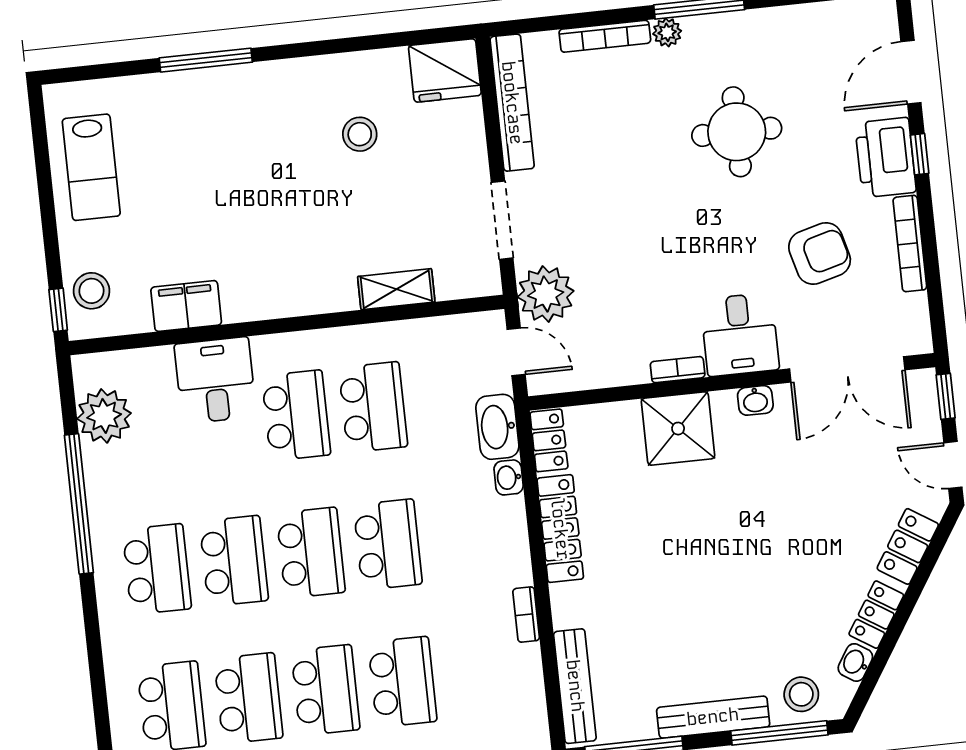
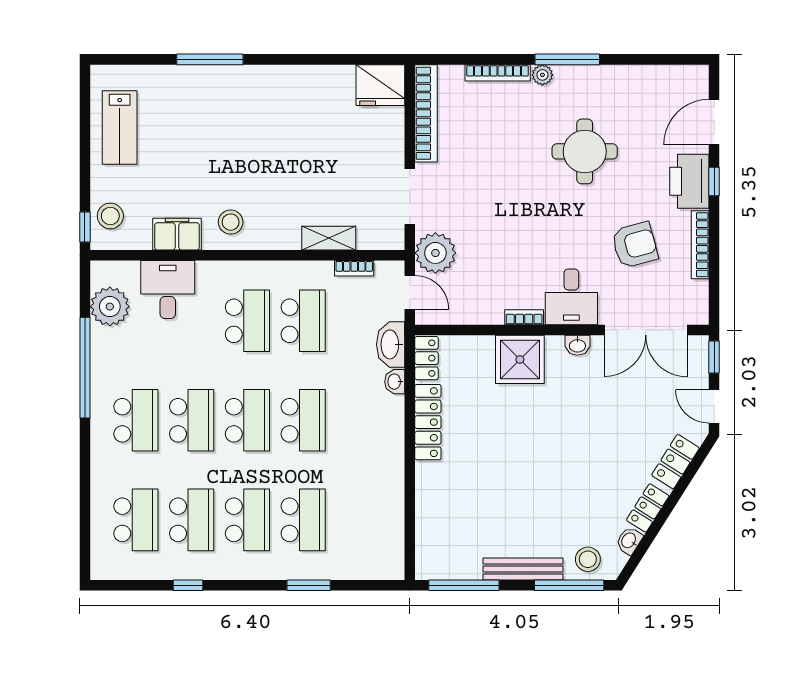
stool: (360, 134) -> (231, 222), moved
desk: (215, 380) -> (168, 290), moved
bookcase: (526, 615) -> (354, 268), moved, turned -90
bench: (575, 686) -> (426, 536), removed

